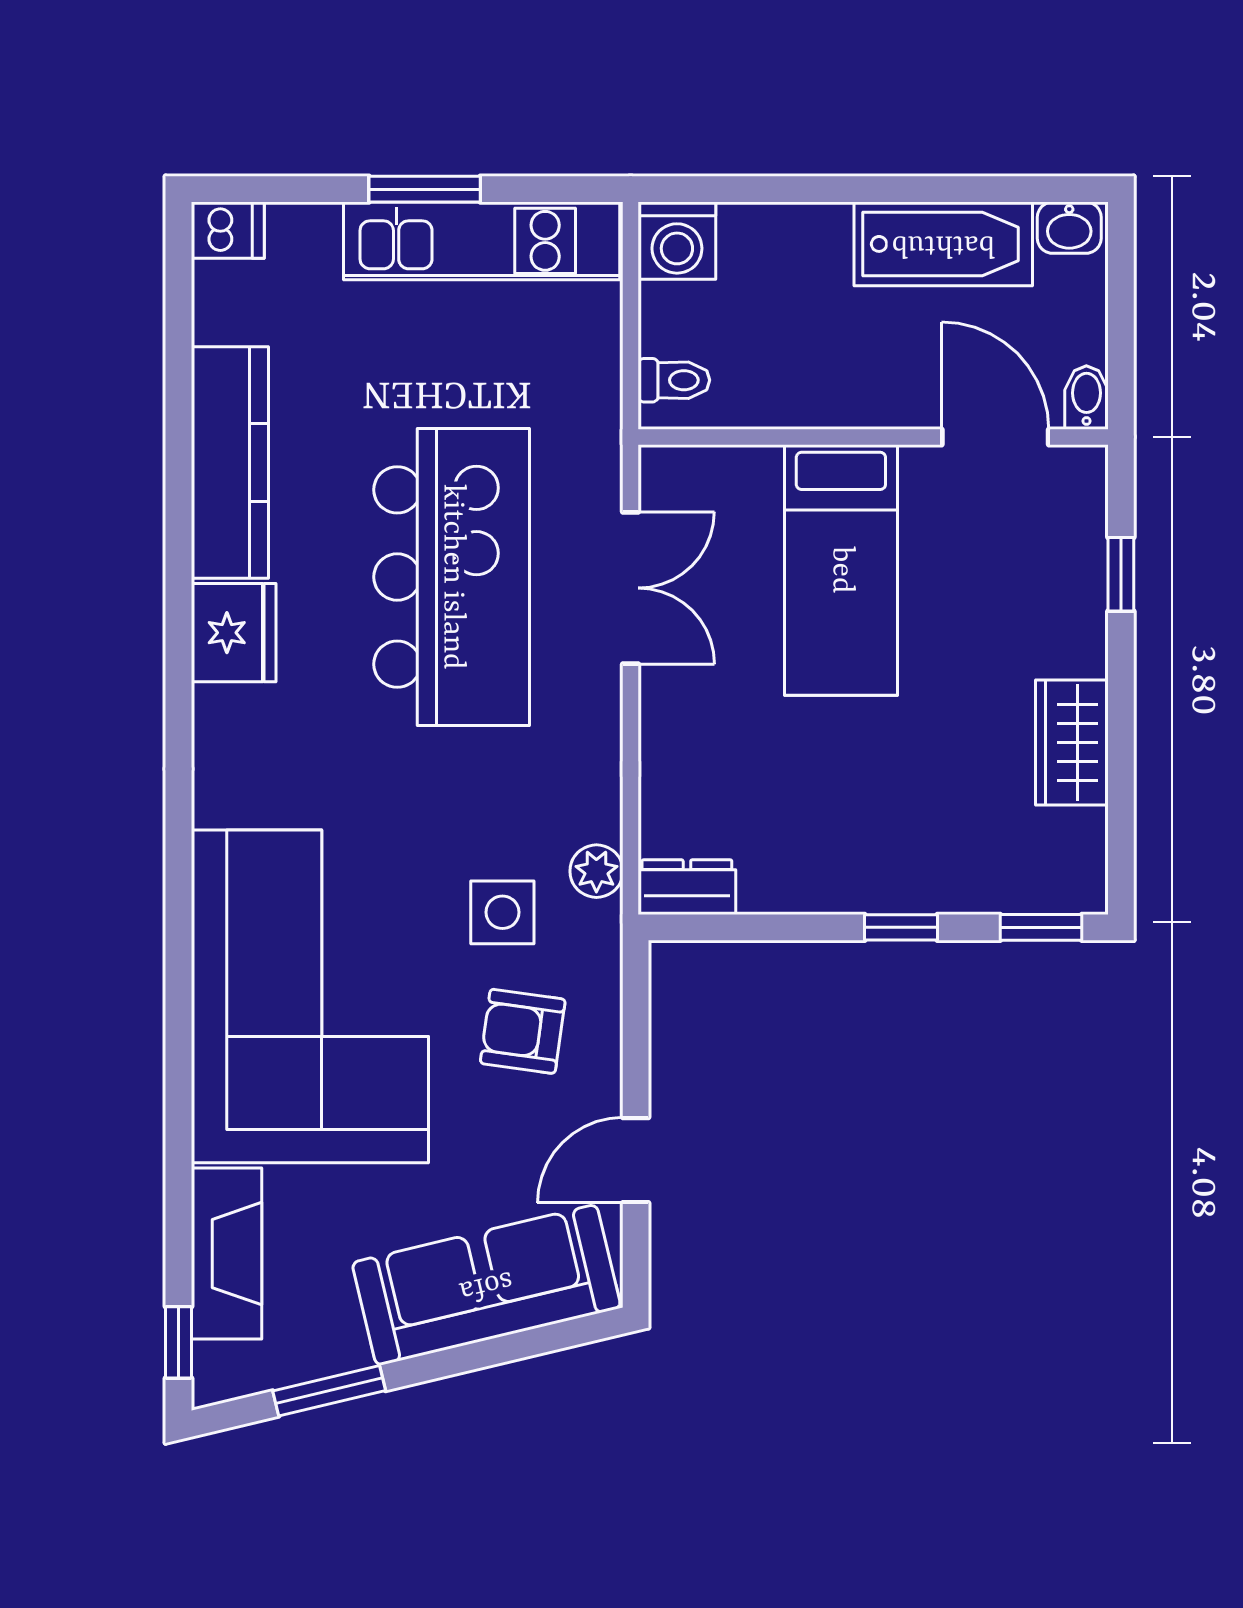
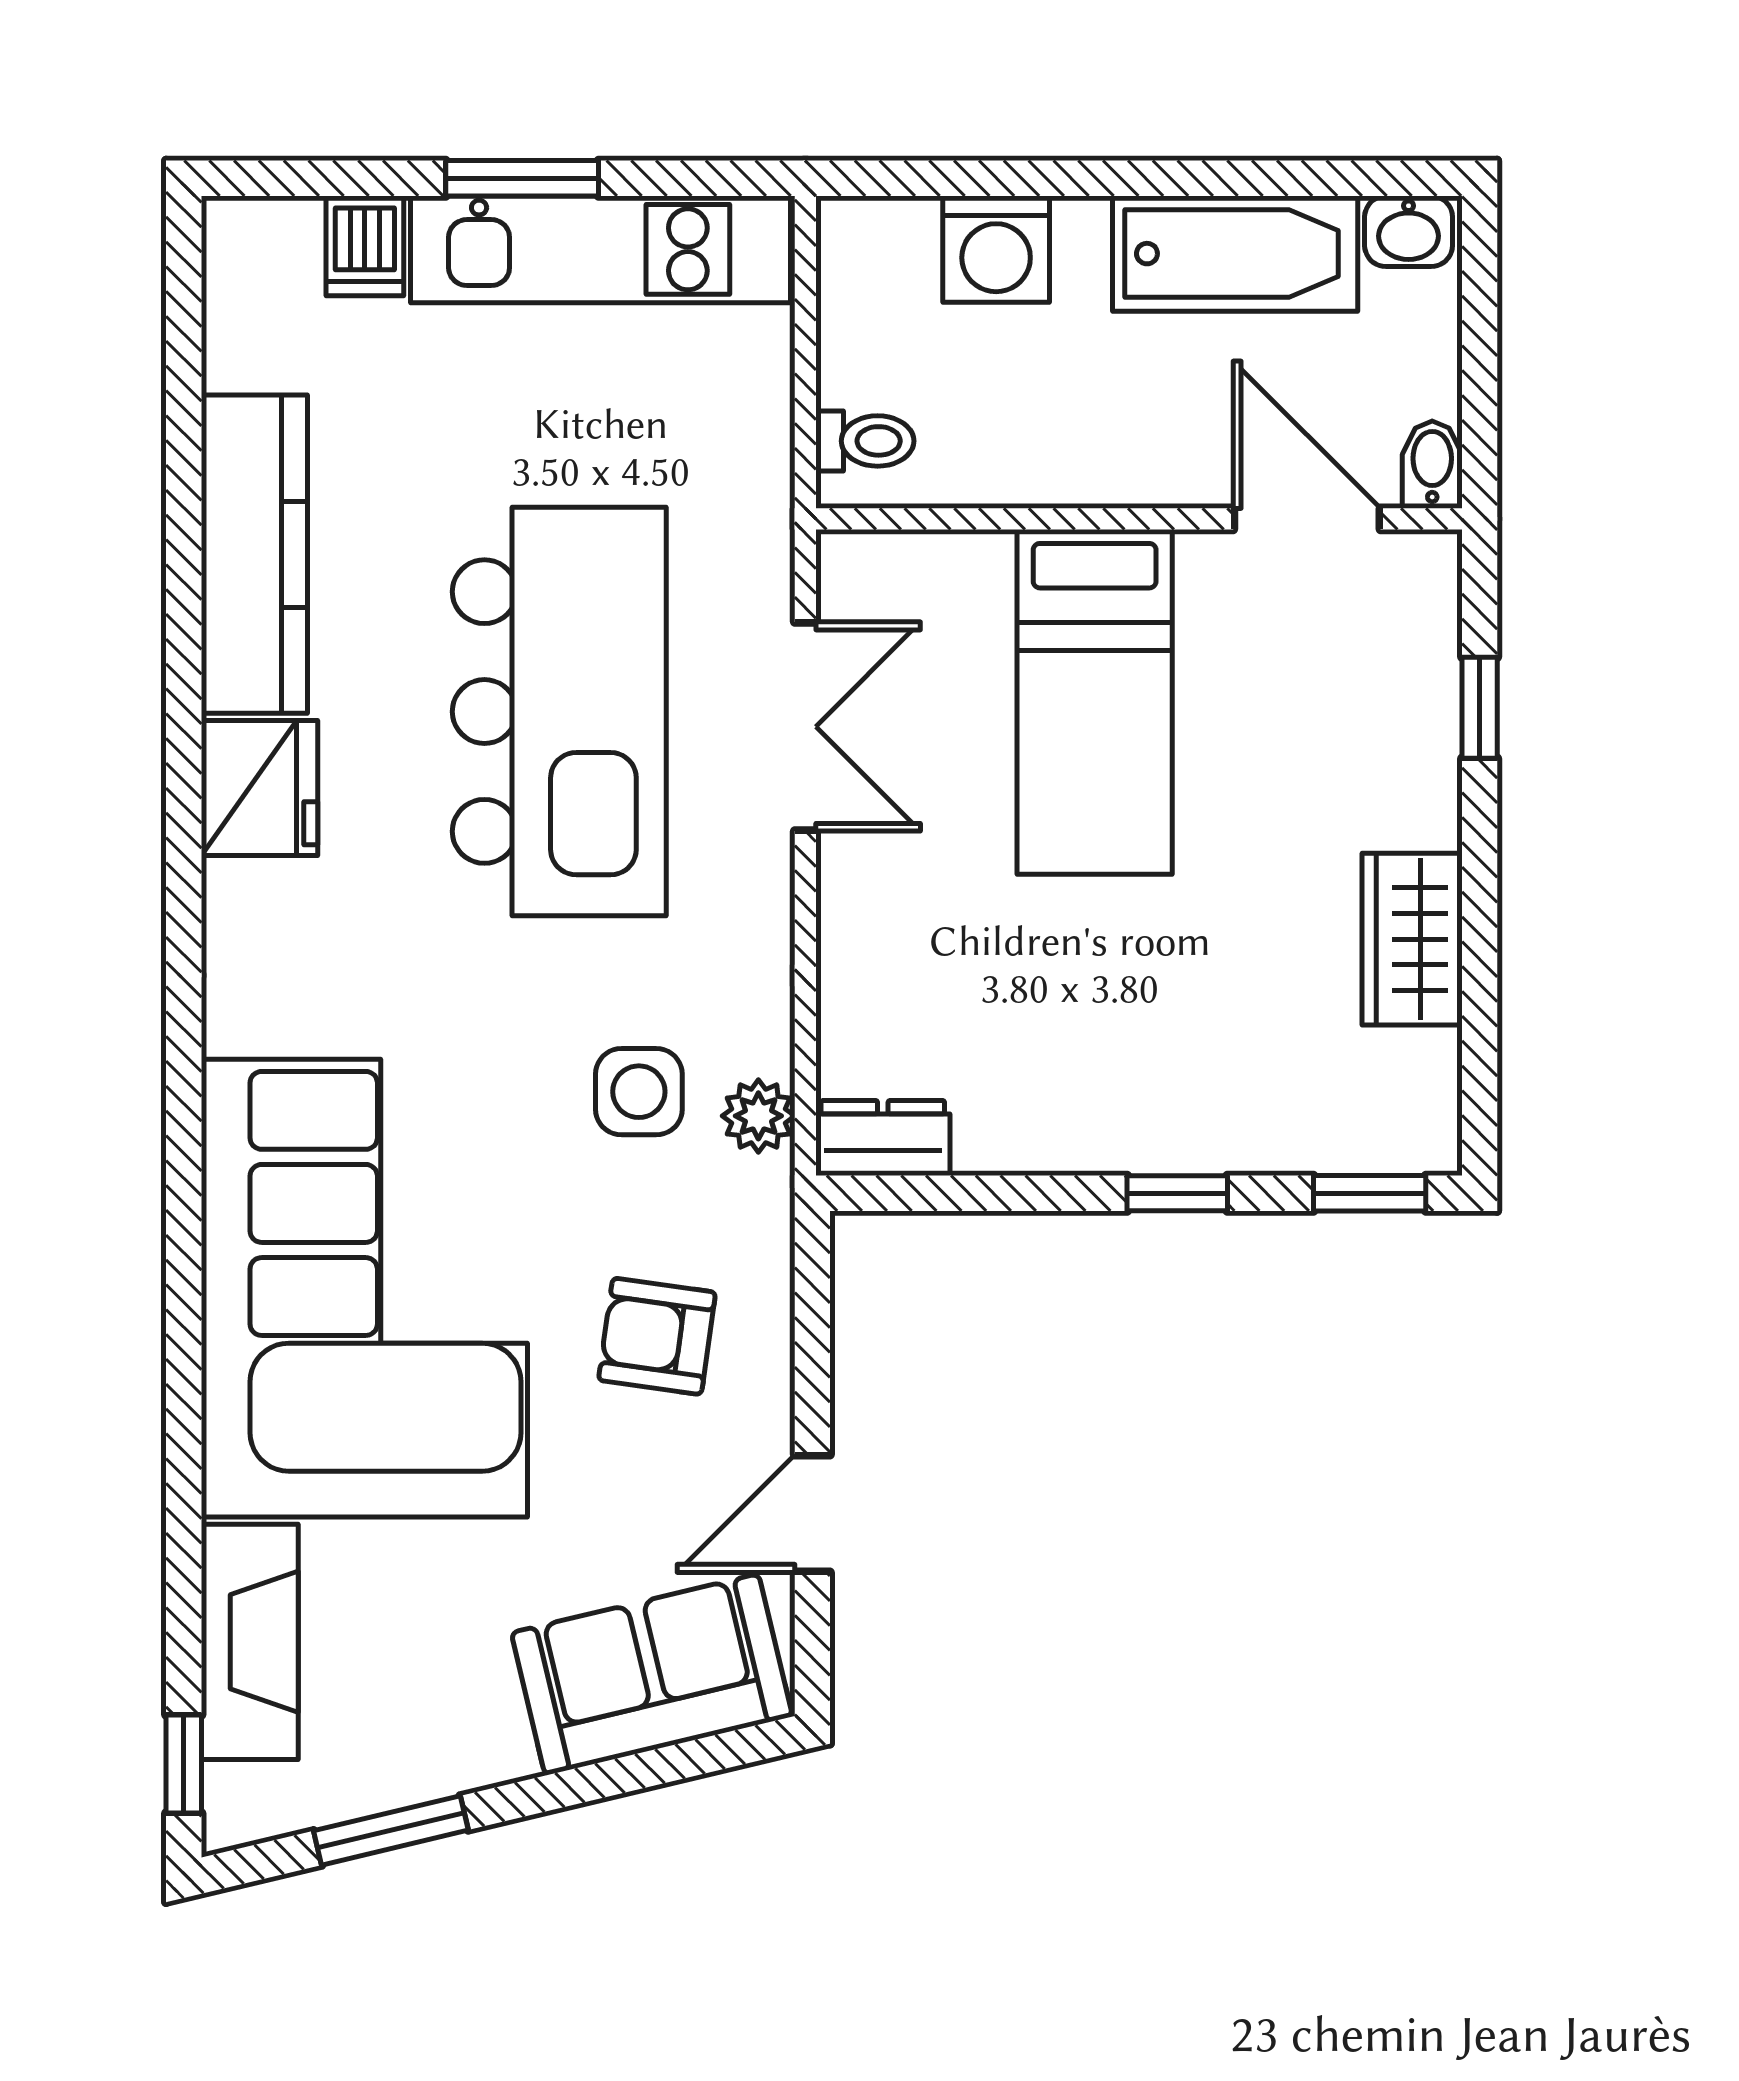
dishwasher: (228, 230) -> (365, 246), moved, turned 90
washing machine: (677, 241) -> (996, 249), moved
side table: (502, 912) -> (639, 1092), moved
sofa: (486, 1285) -> (652, 1675), width x0.73

